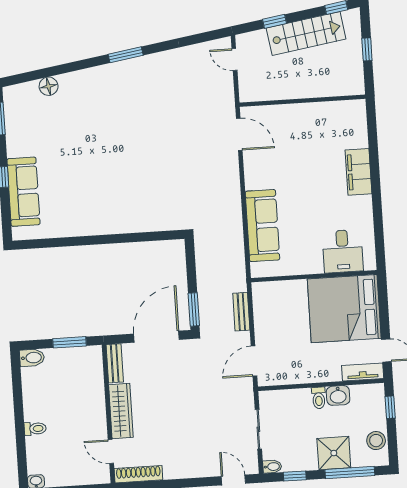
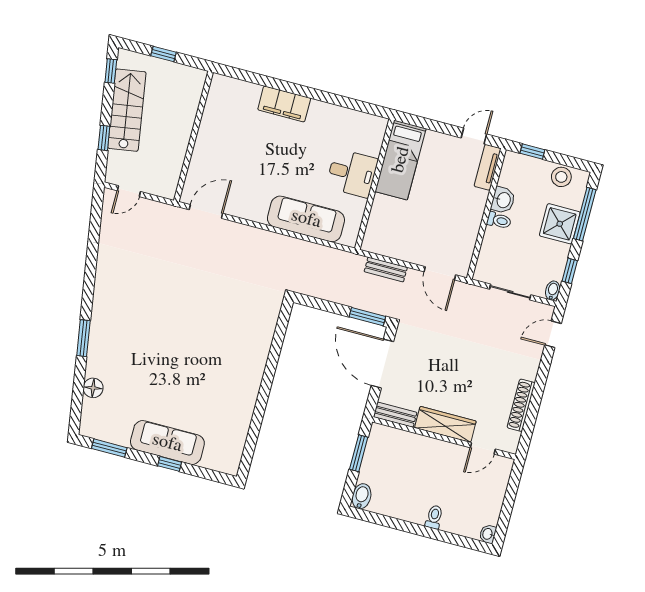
window: (126, 55) -> (83, 338), moved
sofa: (23, 192) -> (167, 443), moved
desk: (343, 251) -> (352, 173), moved
bed: (344, 309) -> (401, 160), width x0.49
shoe rack: (138, 474) -> (521, 405), moved

